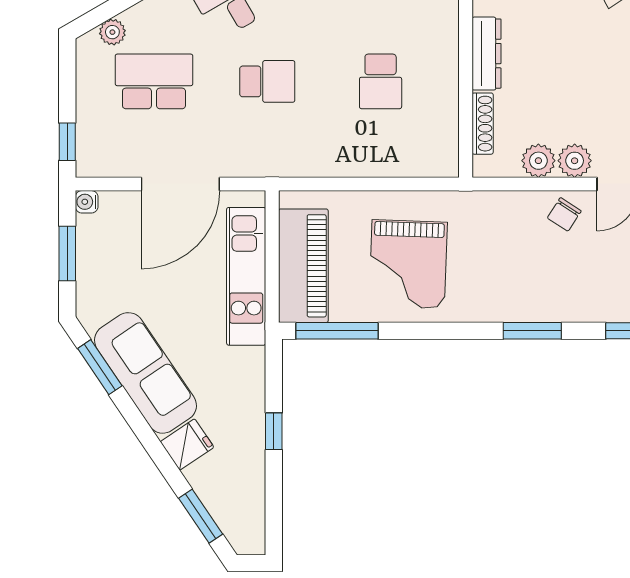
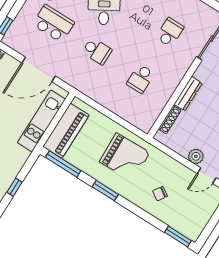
plant: (538, 161) -> (182, 148), removed
chair: (564, 214) -> (160, 194), moved
grand piano: (408, 264) -> (125, 157), moved, turned -94
window: (532, 331) -> (105, 191), moved

